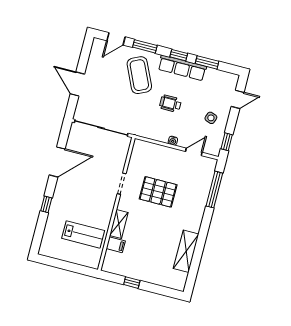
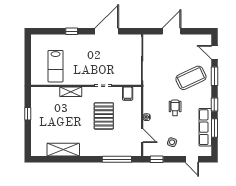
row of seats: (182, 68) -> (205, 127), moved
door: (57, 162) -> (107, 31), swing flipped
filing cabinet: (116, 245) -> (128, 94), moved

